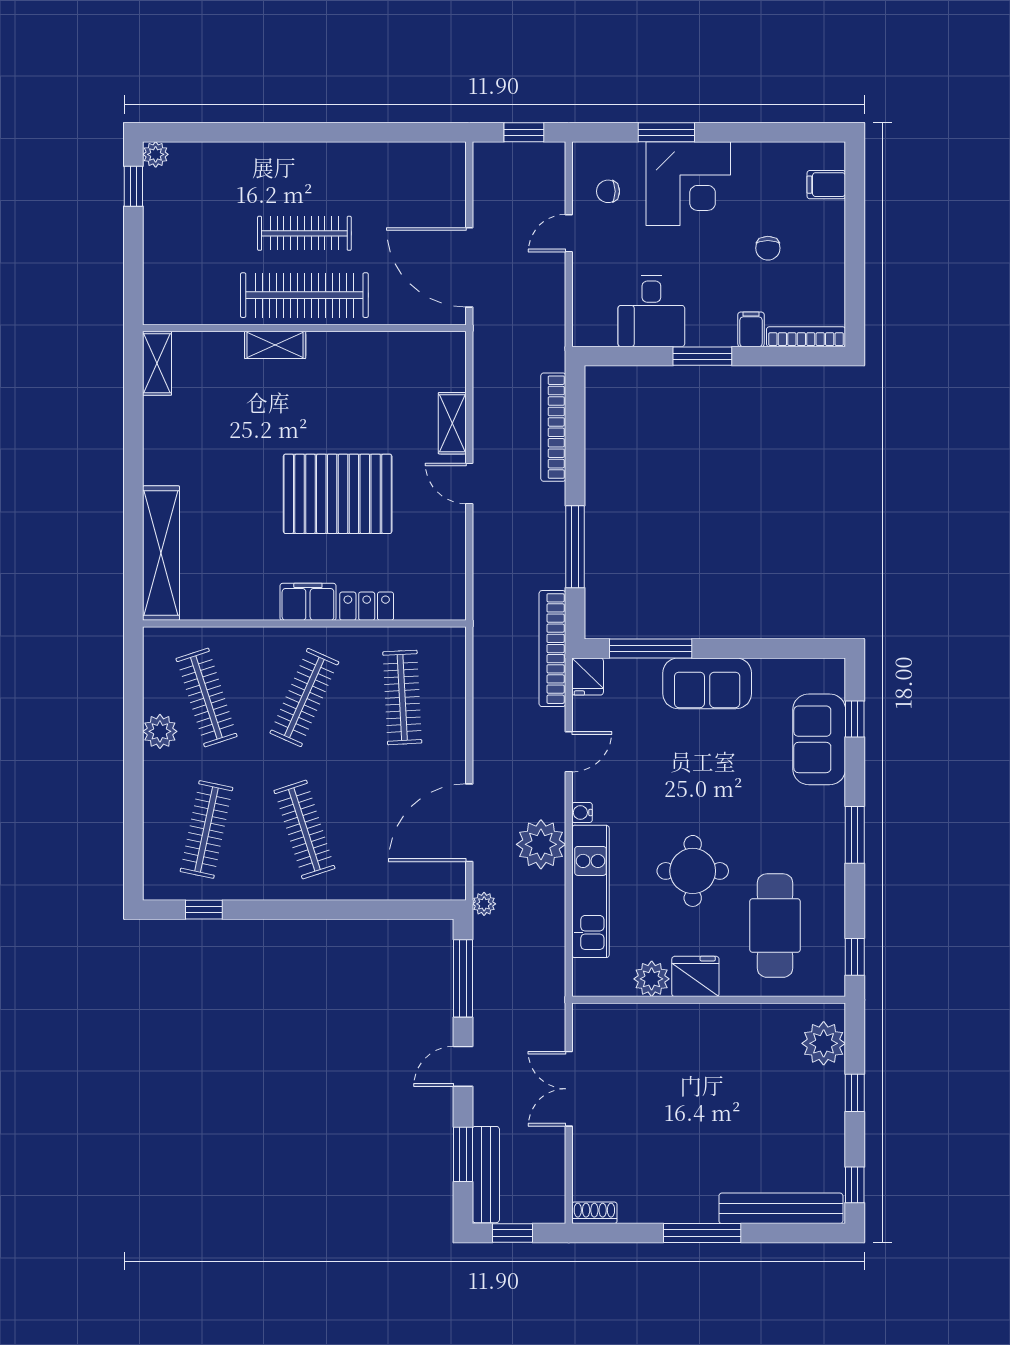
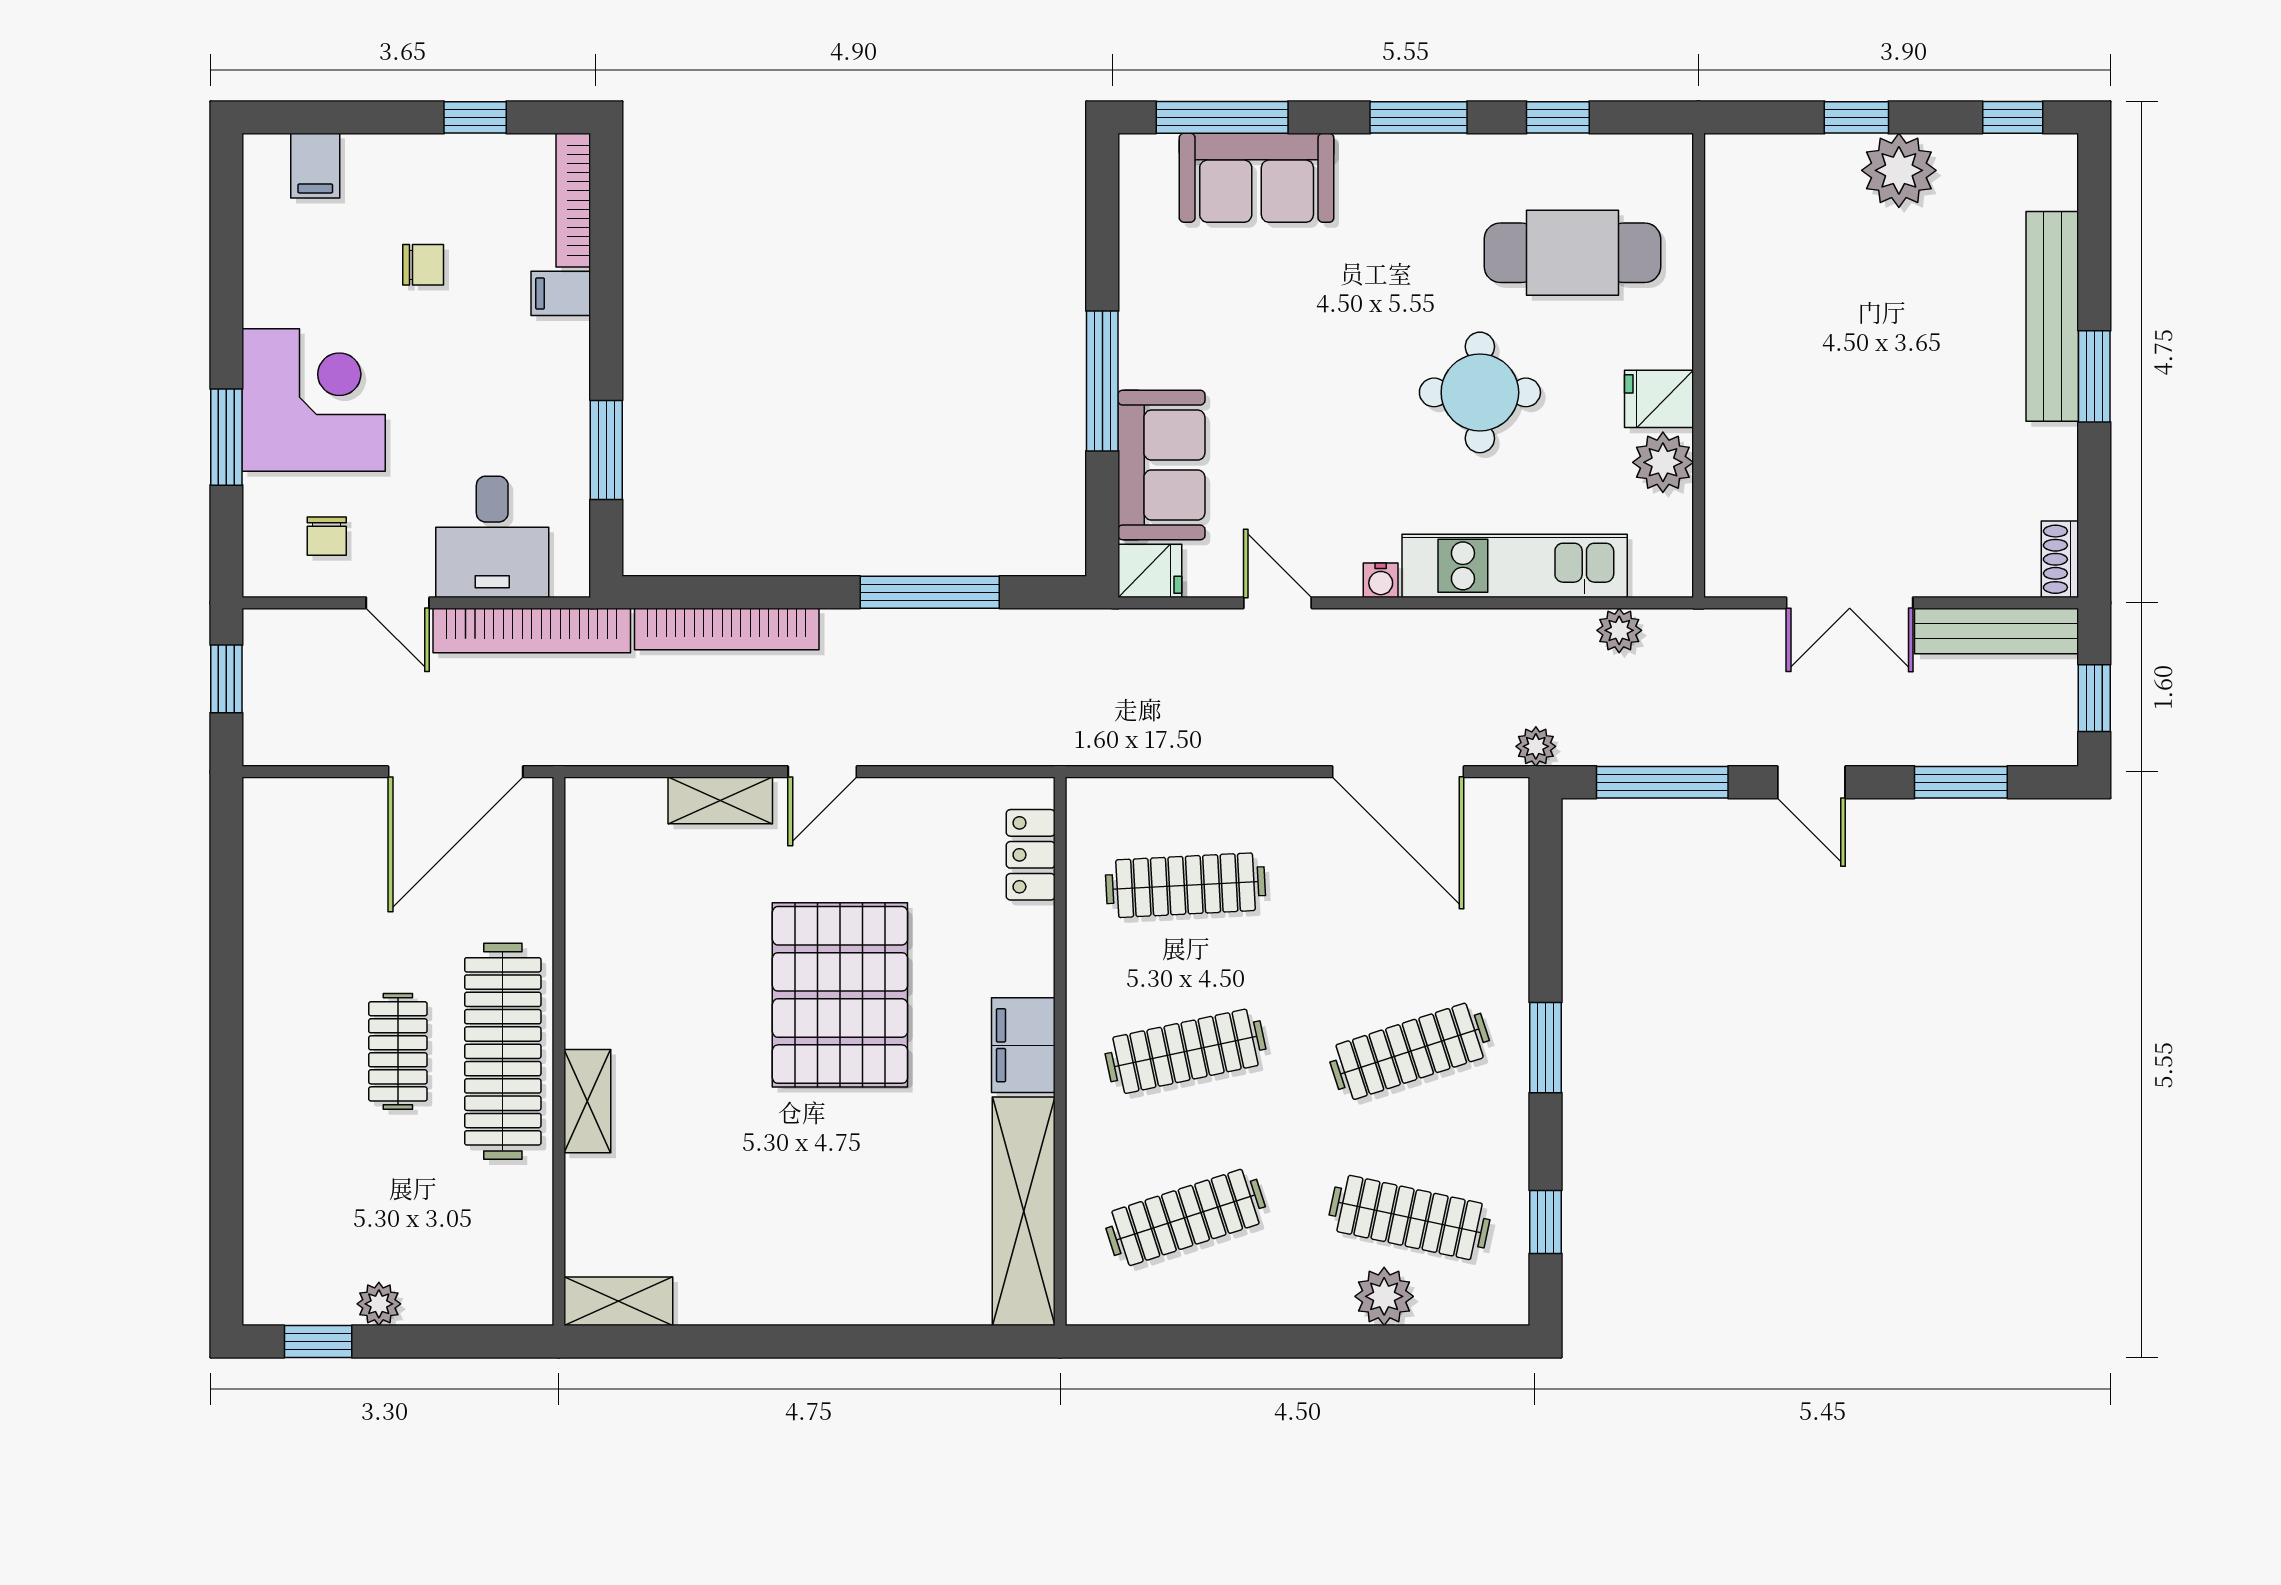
plant: (156, 154) -> (379, 1304), moved
clothes rail: (304, 233) -> (398, 1051), width x0.73
window: (855, 279) -> (475, 117), added
desk: (651, 311) -> (492, 537), moved, turned 90
window: (702, 356) -> (606, 450), moved
shelving: (161, 553) -> (1024, 1211), moved, turned 90
locker: (367, 606) -> (1031, 855), moved
window: (651, 648) -> (1102, 381), moved
bookcase: (552, 649) -> (532, 630), moved
sofa: (707, 683) -> (1161, 465), moved
clothes rail: (304, 697) -> (1186, 1051), turned -36
window: (855, 719) -> (1222, 117), width x2.17
plant: (160, 731) -> (1384, 1296), moved
plant: (541, 844) -> (1619, 630), moved, width x0.53, depth x0.53
window: (307, 910) -> (1546, 1048), added
window: (855, 957) -> (1558, 117), moved
fridge: (695, 976) -> (1659, 399), width x0.72
plant: (824, 1043) -> (1899, 170), moved
bench: (486, 1175) -> (1997, 631), moved
bench: (781, 1208) -> (2052, 316), moved
window: (702, 1233) -> (2094, 376), width x0.69

